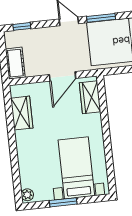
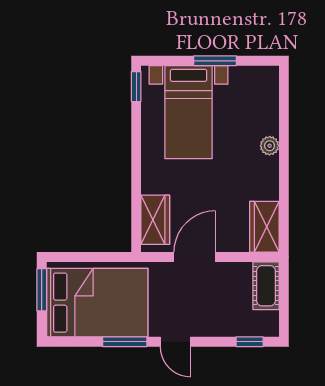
wardrobe: (22, 113) -> (264, 227), moved
window: (111, 180) -> (136, 87), added
plant: (27, 195) -> (270, 146), moved

